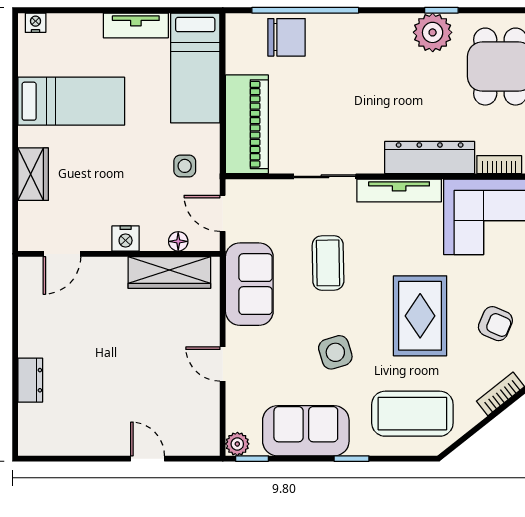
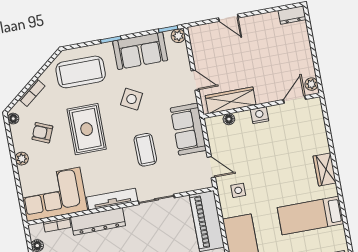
nightstand: (126, 238) -> (260, 115), moved
floor lamp: (178, 241) -> (229, 119), moved
door: (62, 254) -> (295, 100), moved
wall: (119, 254) -> (262, 106), moved
wardrobe: (169, 272) -> (231, 100), moved
plant: (29, 322) -> (311, 84), added
side table: (335, 352) -> (132, 99), turned 45
dresser: (30, 380) -> (292, 15), moved, turned -90

